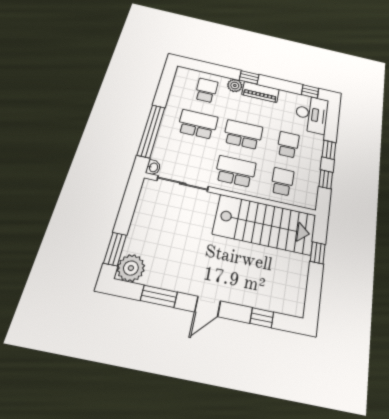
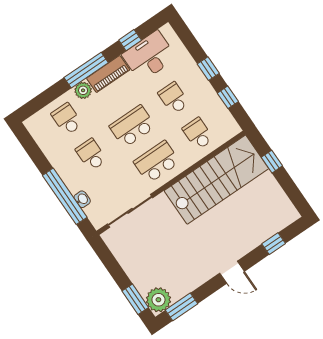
window: (249, 77) -> (86, 70), width x2.17
window: (310, 91) -> (130, 40), moved
desk: (312, 114) -> (149, 56), moved, turned -90
school desk: (198, 124) -> (91, 155), width x0.54
washbasin: (153, 167) -> (82, 199), moved
window: (159, 296) -> (181, 307), moved
door: (208, 306) -> (232, 272), hinge flipped

